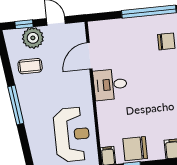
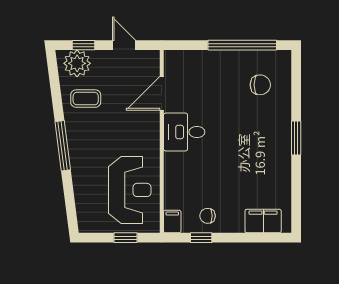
plant: (33, 38) -> (77, 63), moved
chair: (135, 149) -> (208, 216), width x0.54, depth x0.54

